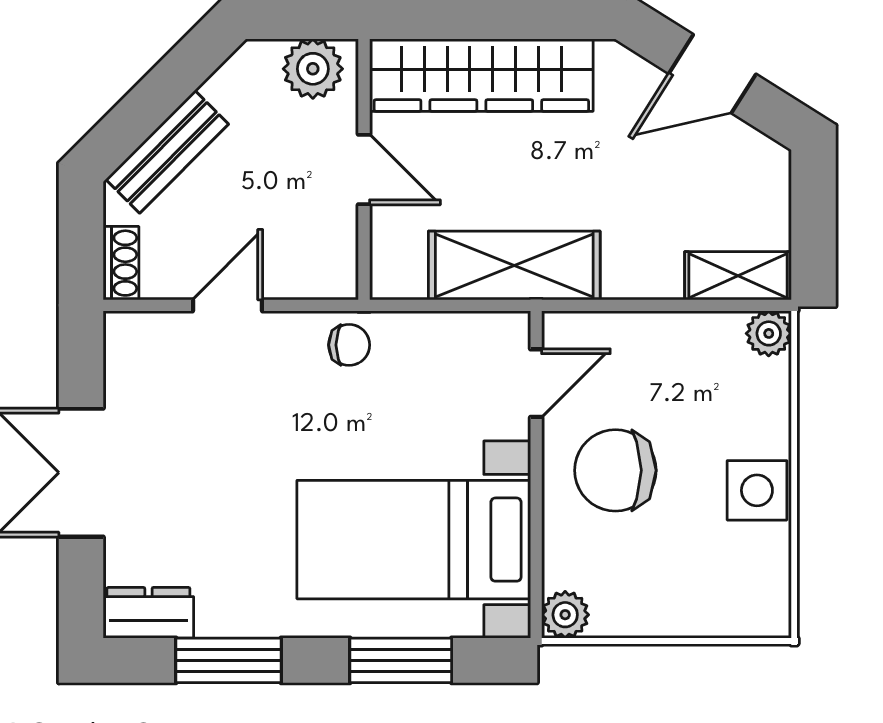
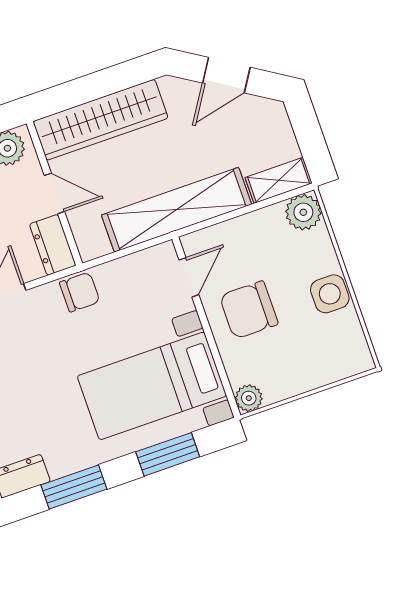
dresser: (332, 252) -> (53, 245), added
shelving: (514, 265) -> (176, 210), width x1.47
plant: (769, 333) -> (303, 212), width x1.38, depth x1.38
chair: (349, 345) -> (80, 292), width x1.37, depth x1.37

